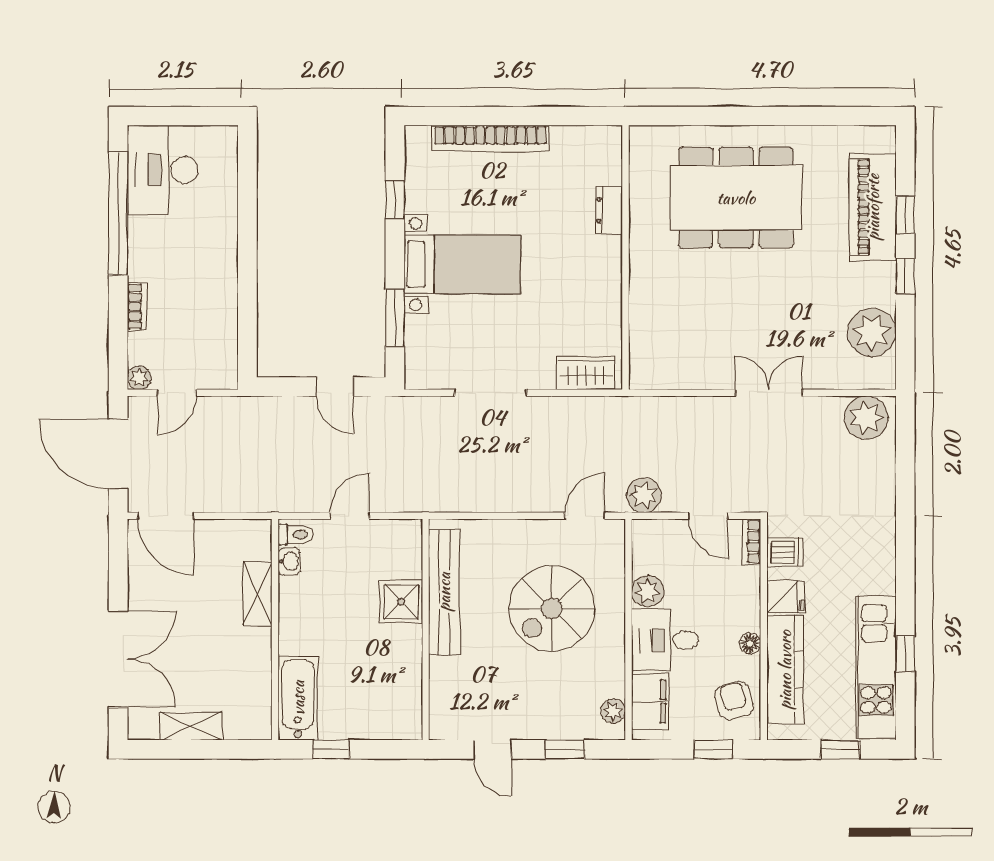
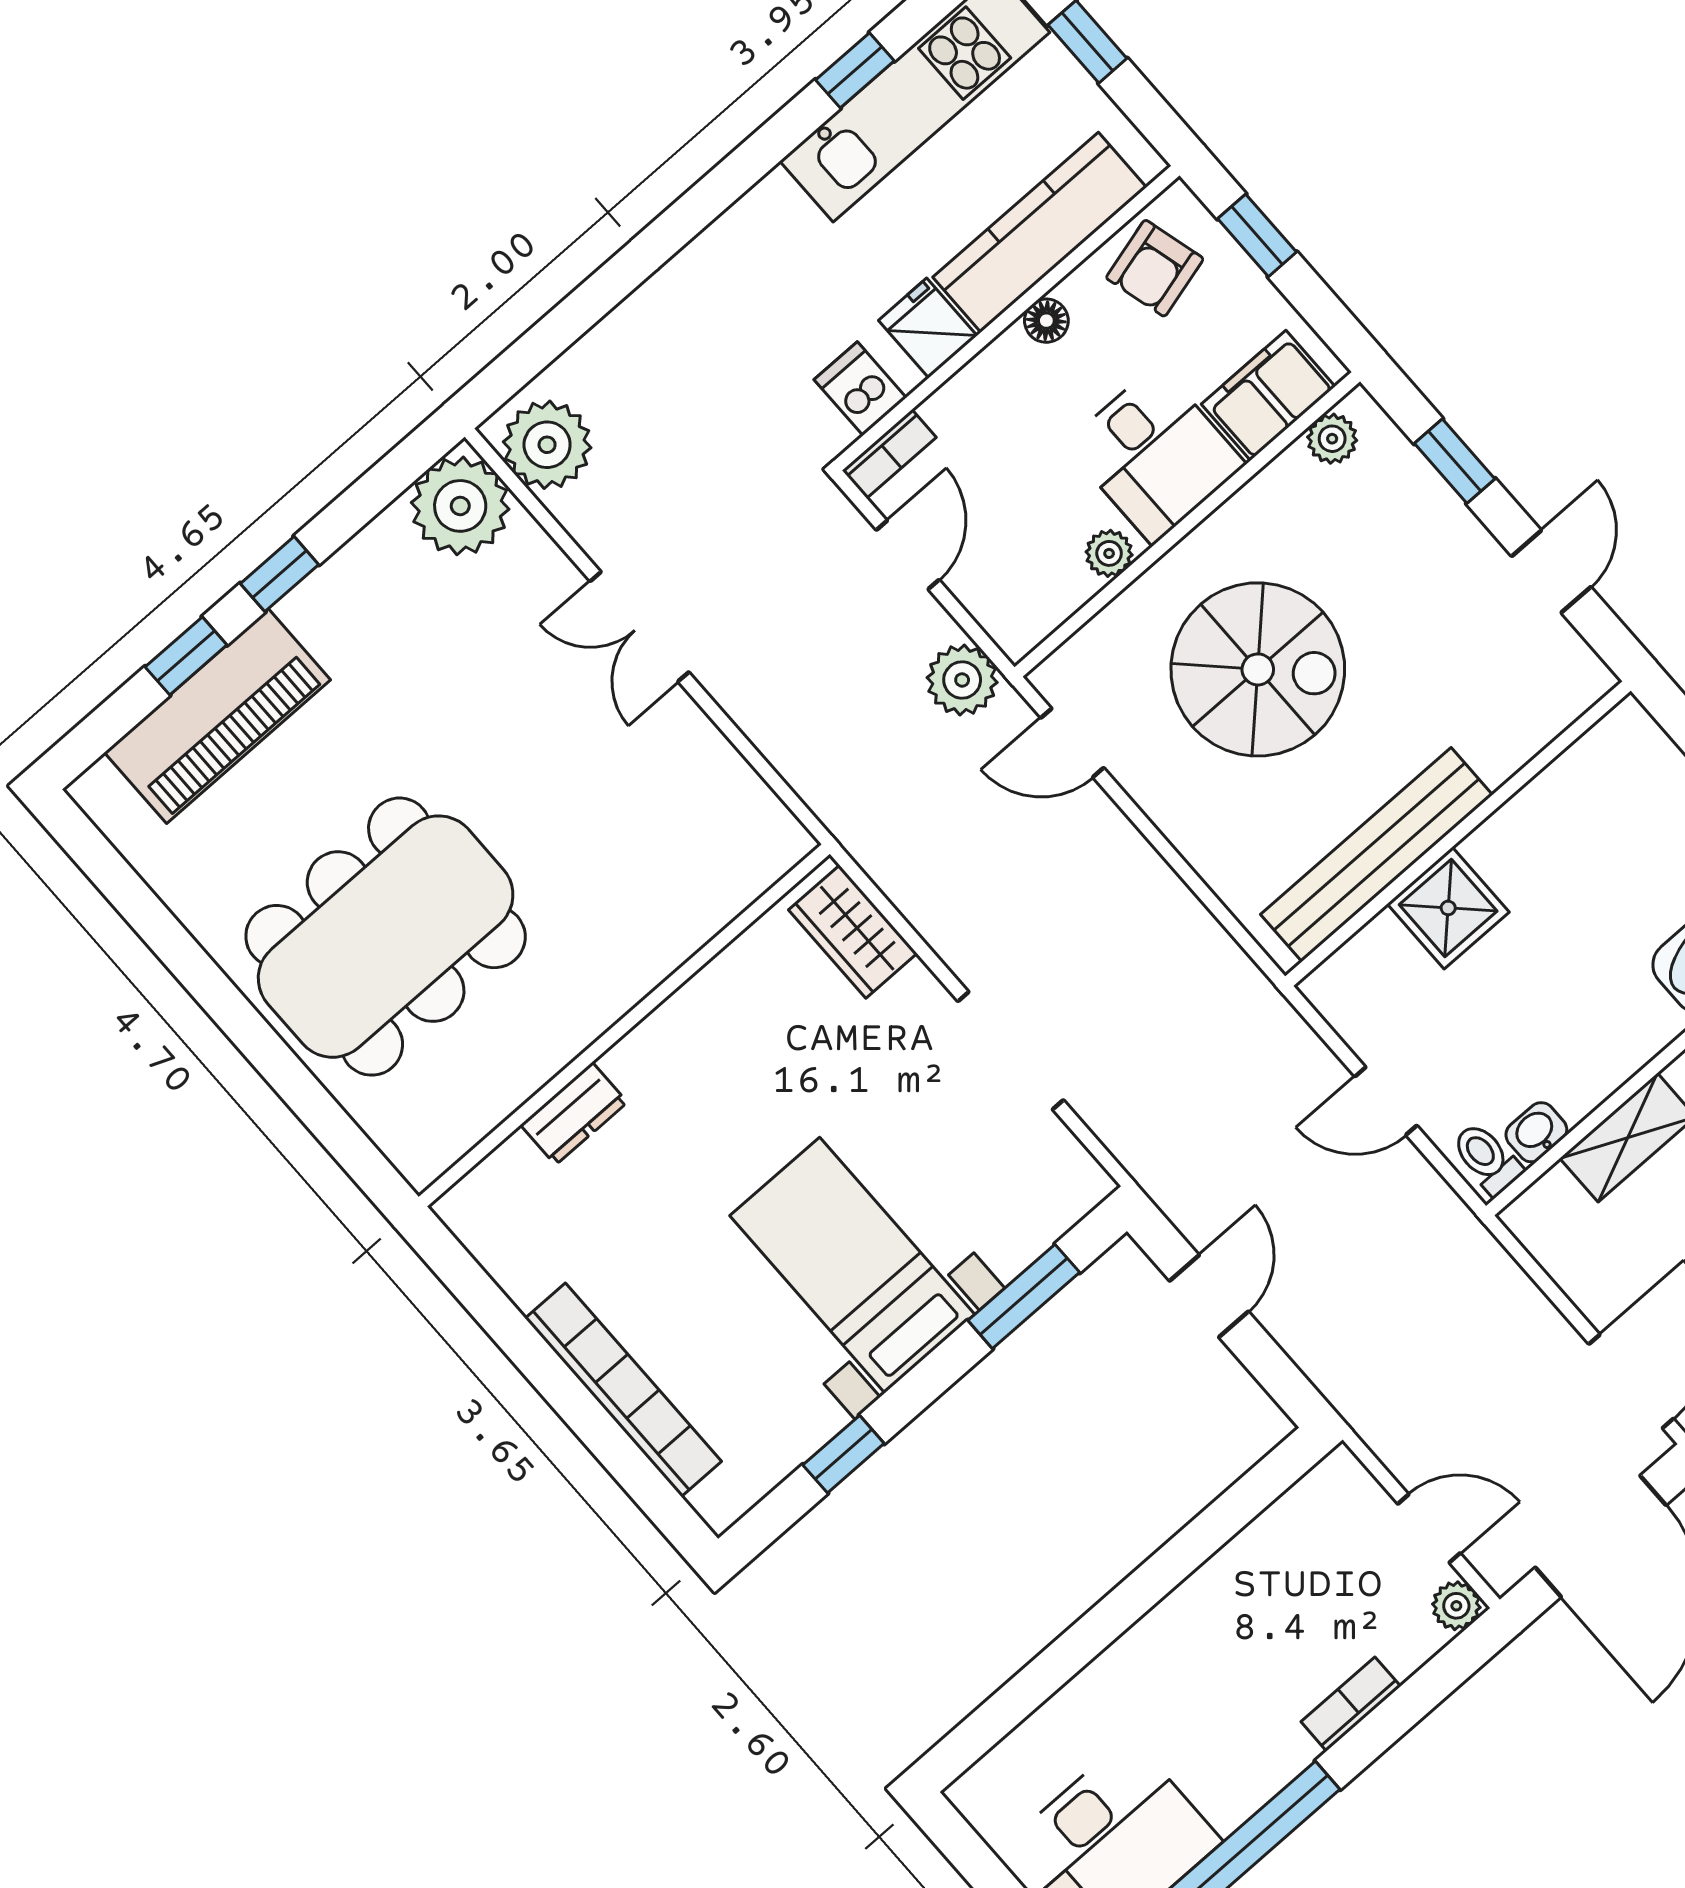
dining table: (736, 198) -> (386, 937), turned 90
plant: (872, 332) -> (460, 506), moved
plant: (647, 591) -> (1109, 553), width x0.73, depth x0.73

